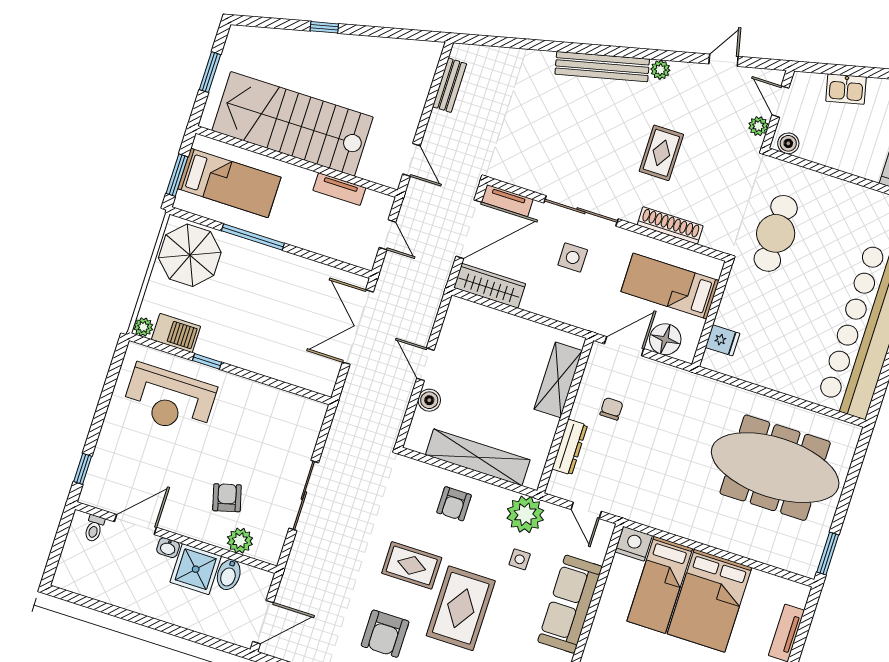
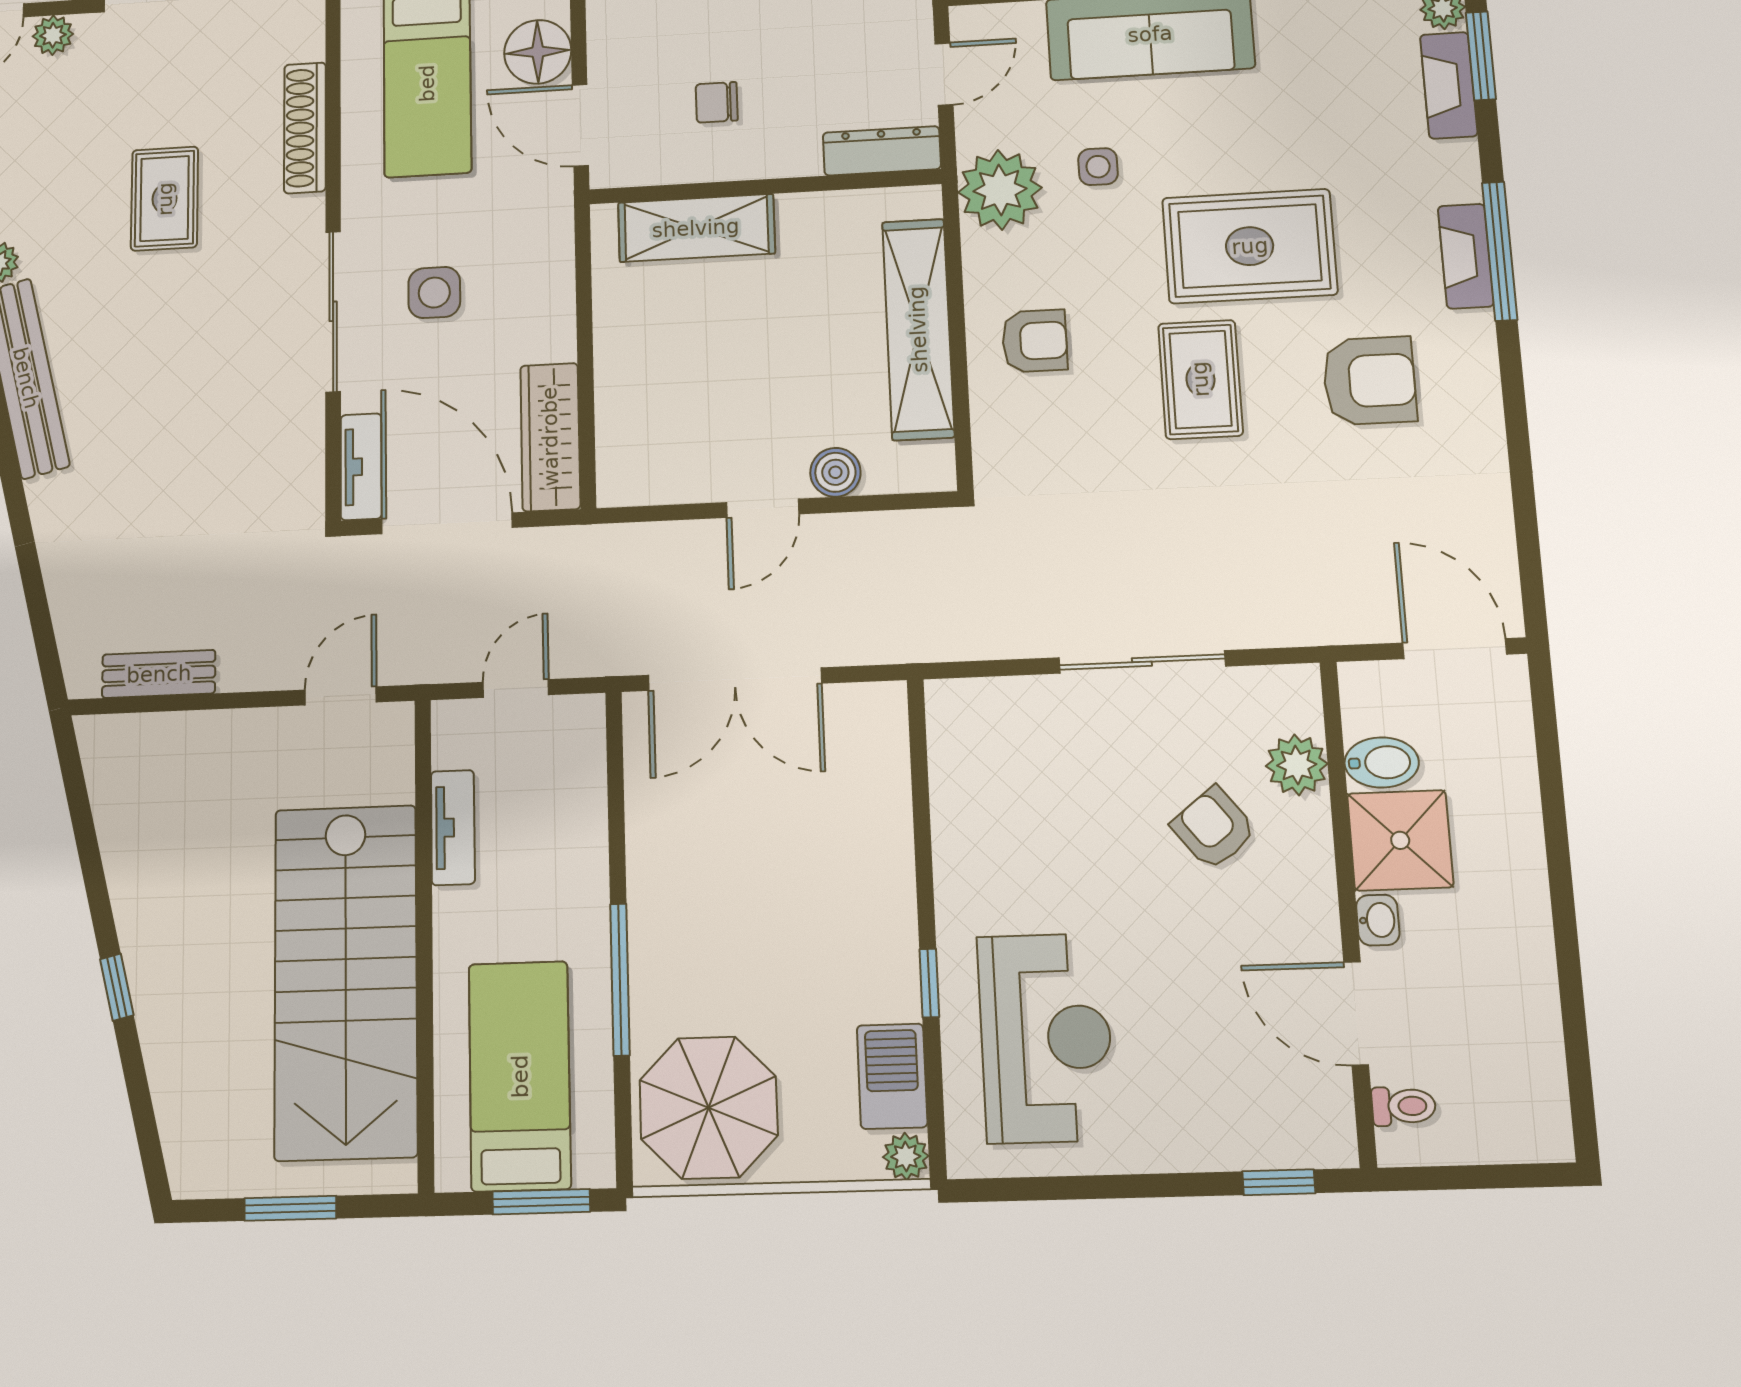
rug: (661, 153) -> (165, 199), turned 90
dresser: (570, 447) -> (882, 151), moved
armchair: (227, 498) -> (1213, 828), turned 67

